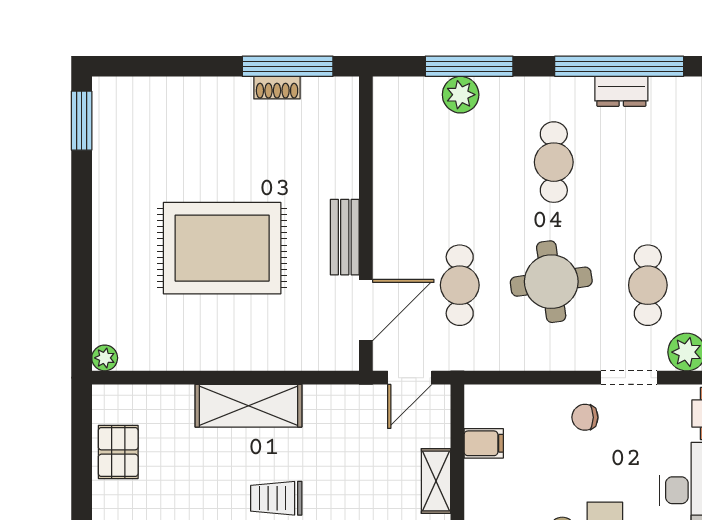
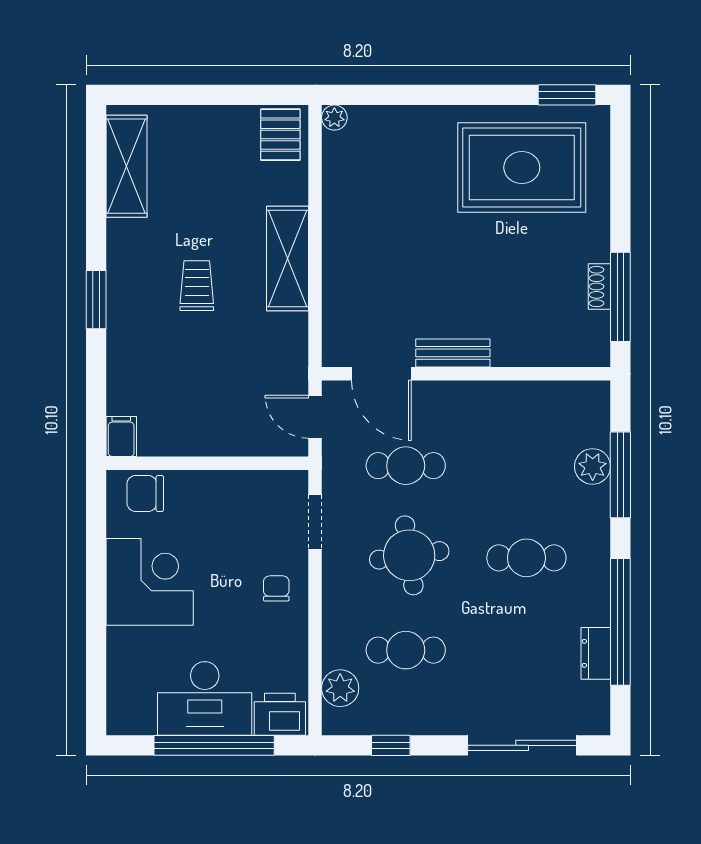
dresser: (621, 91) -> (596, 653), moved
rug: (222, 248) -> (522, 167), moved, turned 90
doorway: (629, 378) -> (315, 522), moved
filing cabinet: (484, 443) -> (251, 489), removed
pallet: (118, 452) -> (280, 135), moved, turned 90
shelving: (436, 481) -> (214, 442), removed

